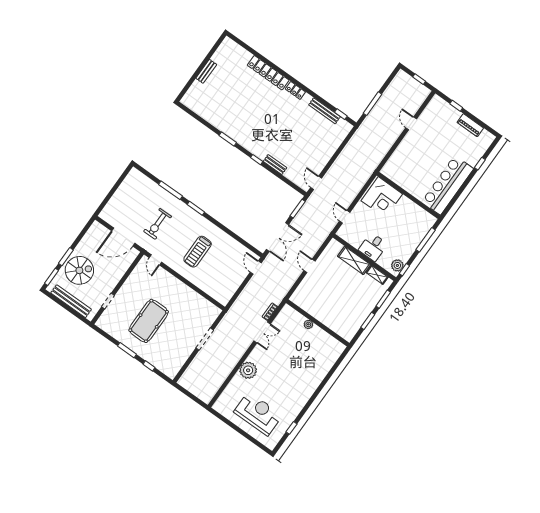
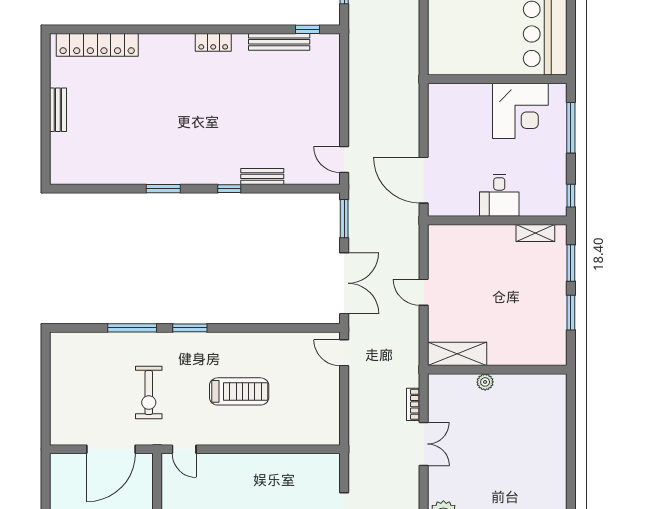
locker: (268, 73) -> (97, 45), moved
corner desk: (382, 197) -> (520, 111), moved
door: (345, 217) -> (424, 180), width x1.88
treadmill: (198, 252) -> (239, 391), turned -90
shelving: (354, 260) -> (457, 354), moved
plant: (397, 265) -> (556, 197), removed

